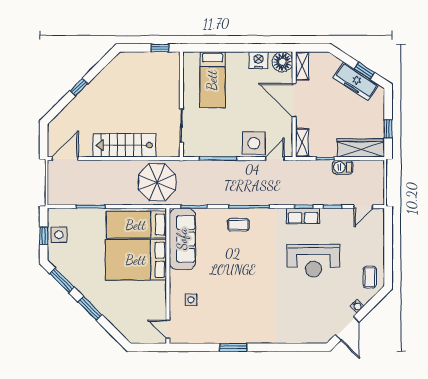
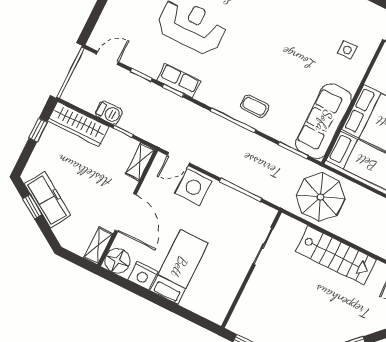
bed: (212, 80) -> (179, 267), moved

